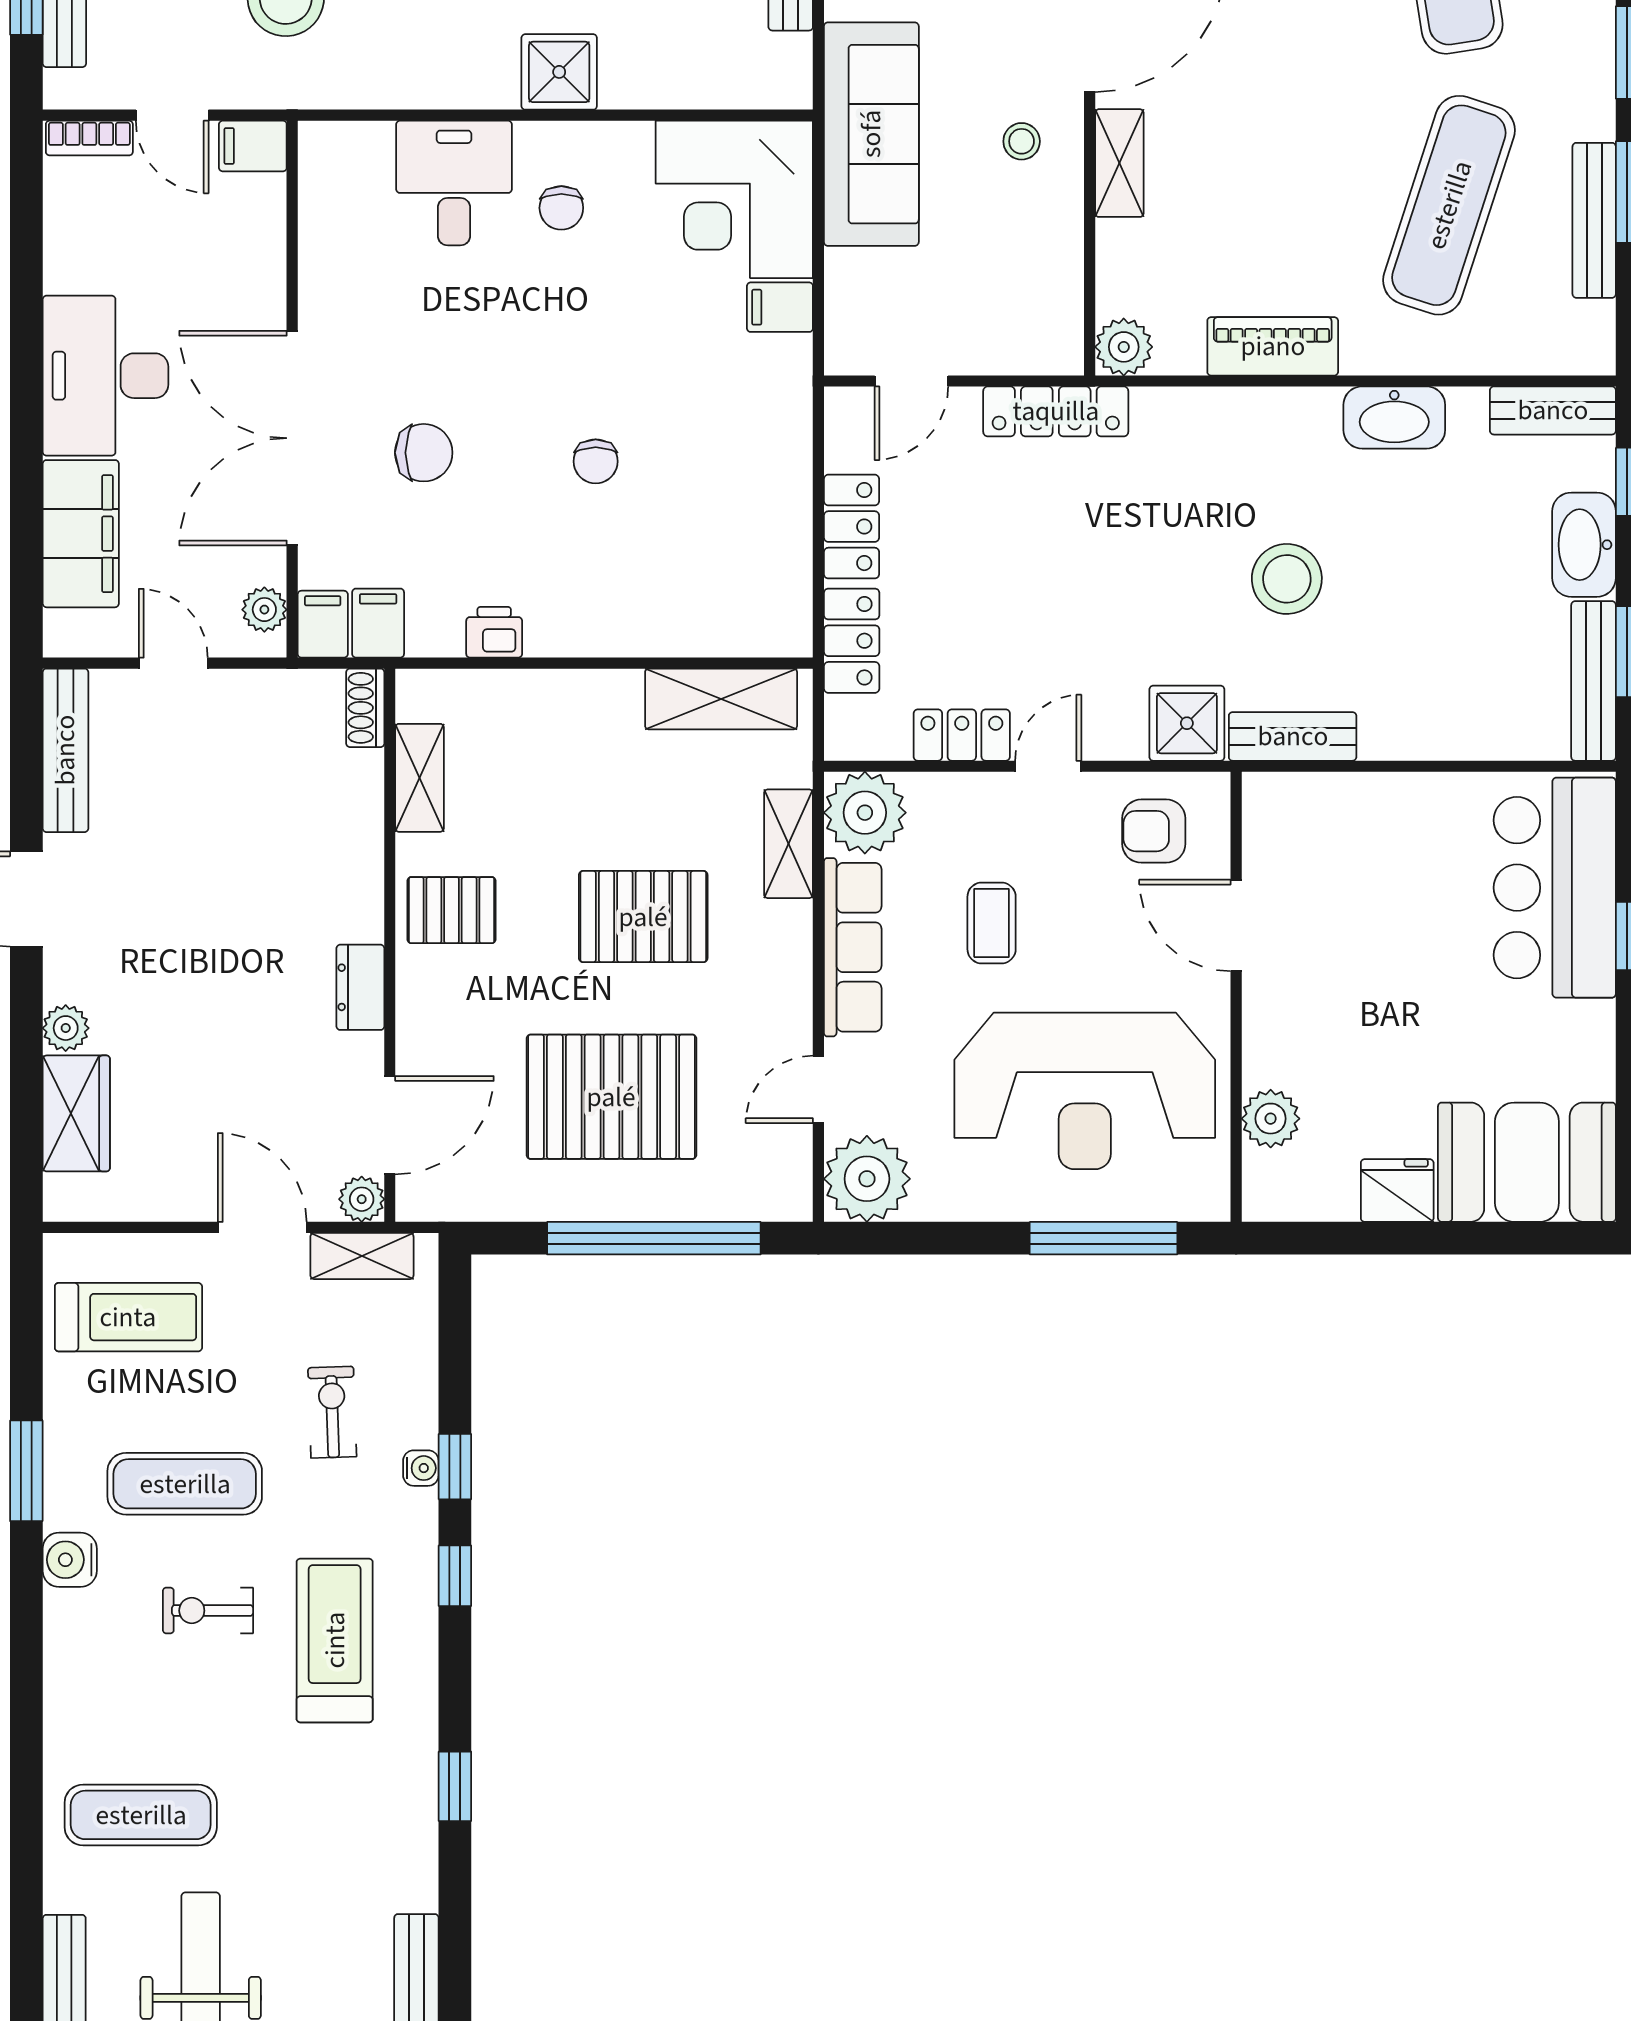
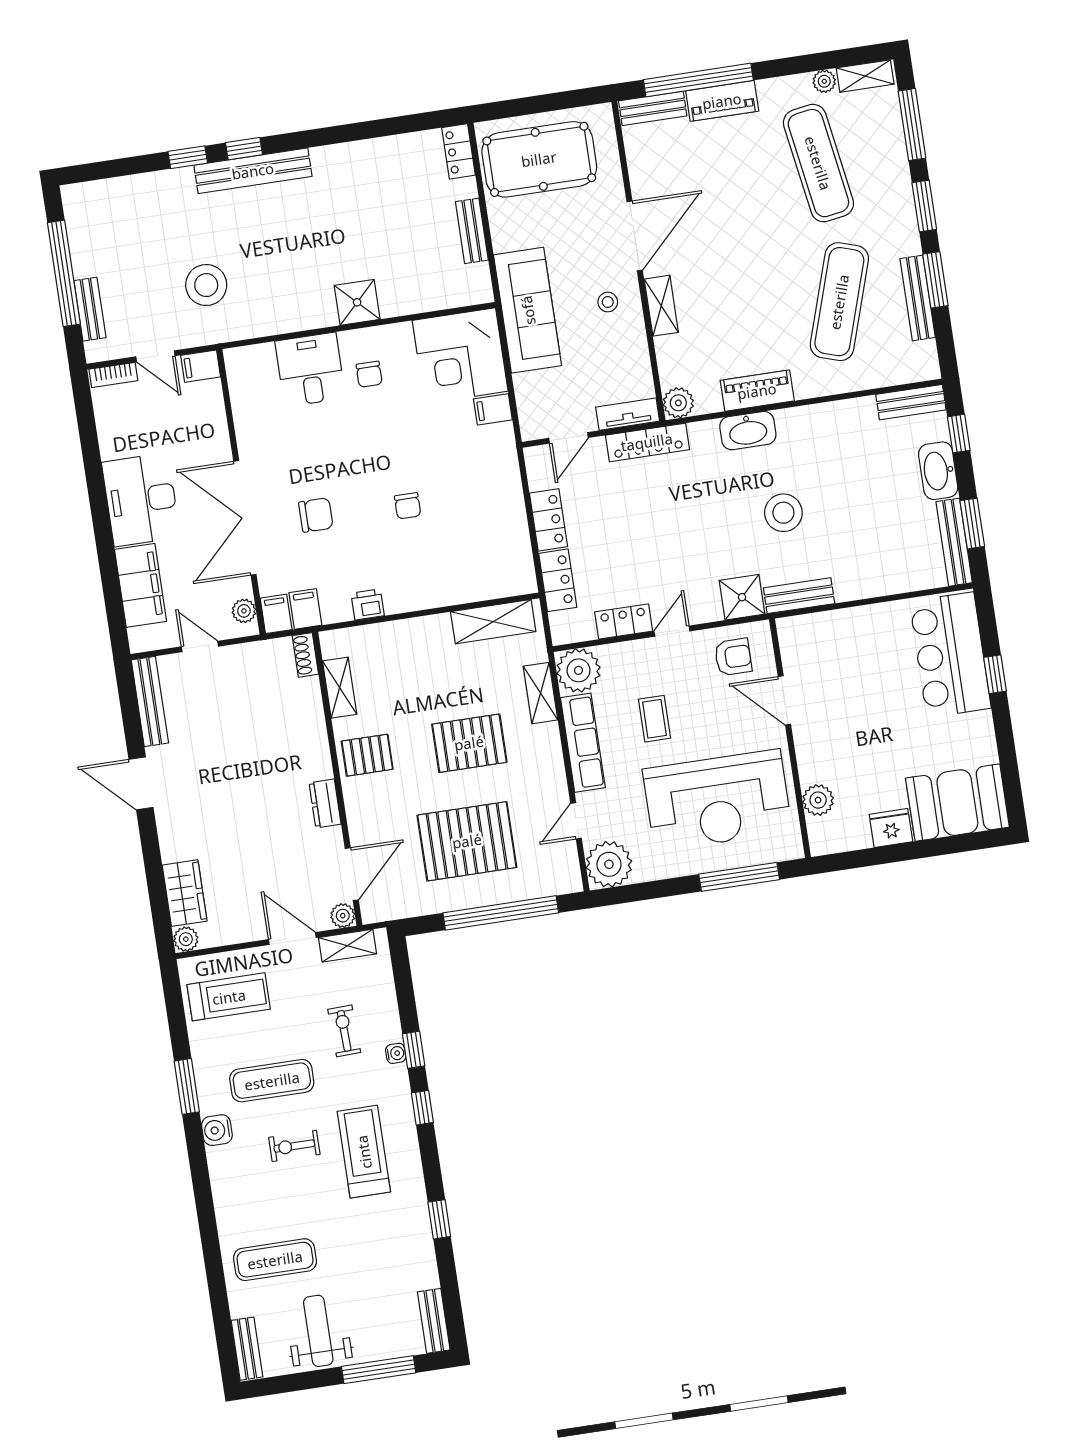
tv unit: (1027, 354) -> (628, 414), added
washbasin: (1394, 418) -> (748, 431), moved
armchair: (1154, 831) -> (733, 657), turned 180
plant: (66, 1028) -> (186, 939), moved

